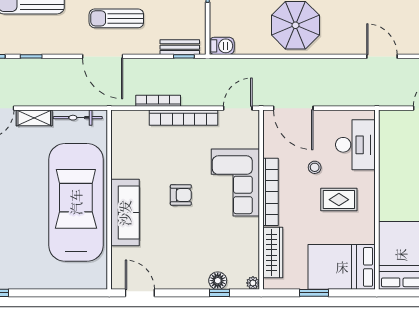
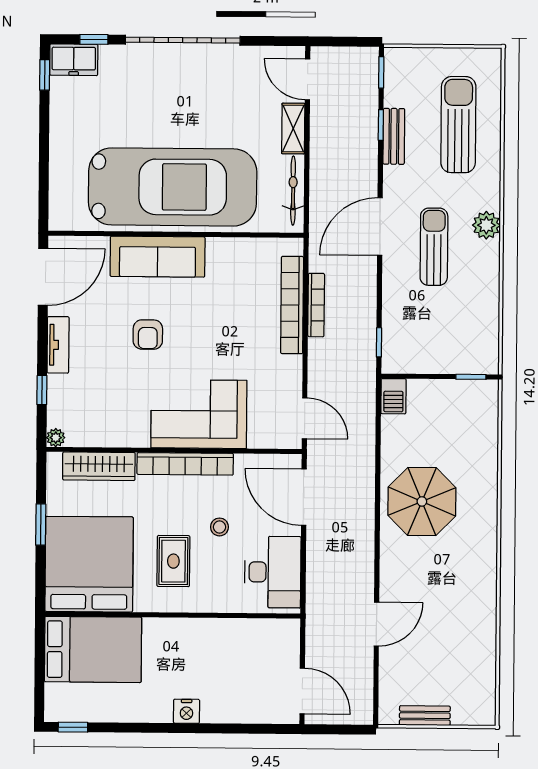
bench: (180, 47) -> (394, 136), moved
door: (293, 108) -> (304, 497), hinge flipped
bookcase: (184, 118) -> (292, 305), moved
desk: (355, 145) -> (273, 572), moved, turned -90
armchair: (181, 195) -> (148, 335), moved
bed: (342, 267) -> (89, 564), width x1.36
floor lamp: (218, 281) -> (59, 388), removed
tv unit: (188, 282) -> (58, 345), added
door: (140, 293) -> (43, 277), width x1.36

